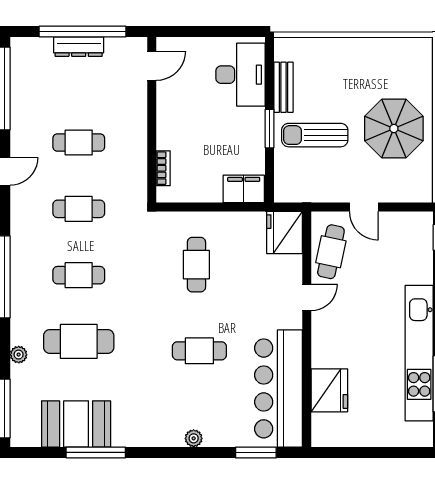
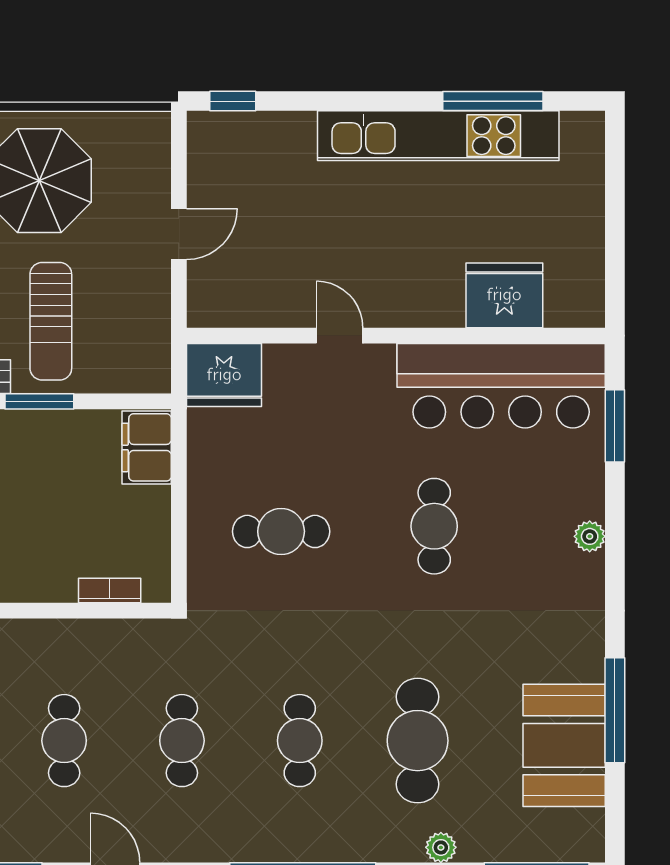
cafe table: (331, 252) -> (258, 292), removed

